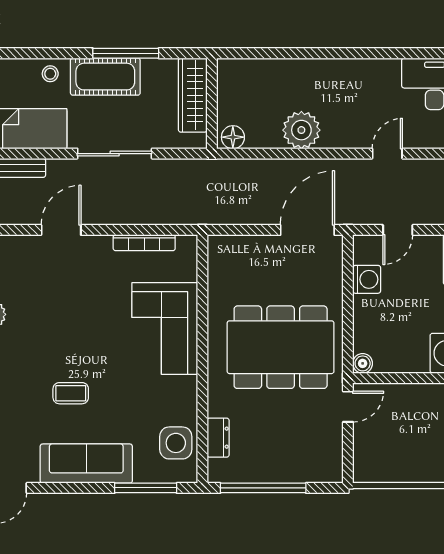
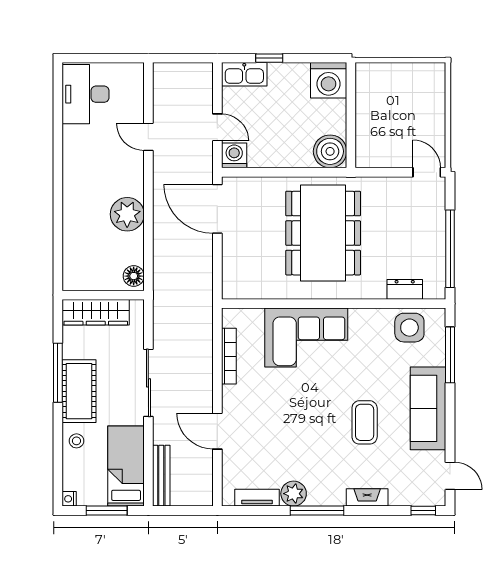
washing machine: (367, 279) -> (234, 155), moved
boiler: (363, 363) -> (330, 151), width x1.86, depth x1.86
coffee table: (71, 393) -> (365, 422), width x1.36, depth x1.30
door: (348, 407) -> (427, 172), moved

